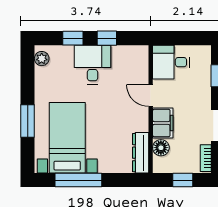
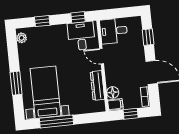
window: (107, 38) -> (78, 17), moved
desk: (92, 65) -> (81, 36), moved
filing cabinet: (163, 123) -> (115, 104), moved, width x0.50
dresser: (141, 153) -> (97, 86), moved

